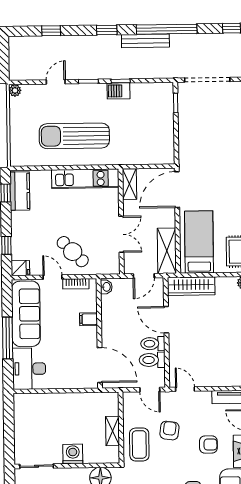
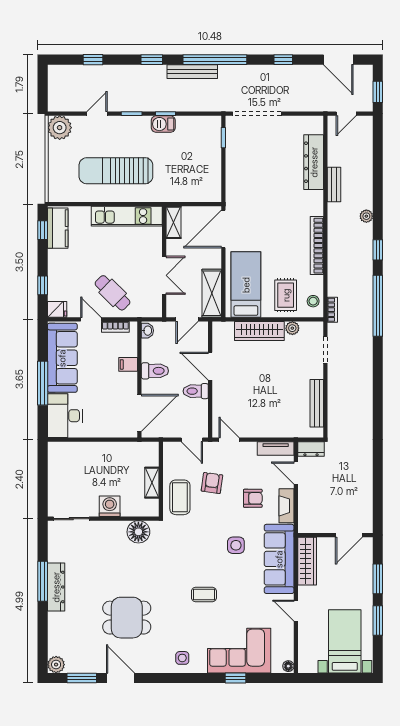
plant: (15, 90) -> (60, 128), width x1.87, depth x1.87
wardrobe: (191, 286) -> (259, 331), moved
toilet: (152, 360) -> (155, 371), moved, turned 180
door: (100, 365) -> (139, 413), hinge flipped

